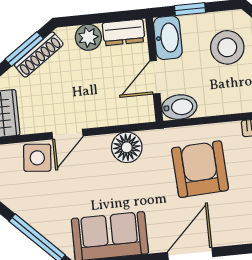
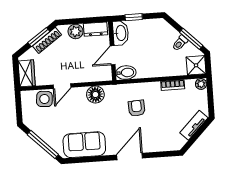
stool: (227, 47) -> (154, 39), removed
armchair: (200, 169) -> (137, 108), width x0.53, depth x0.53

